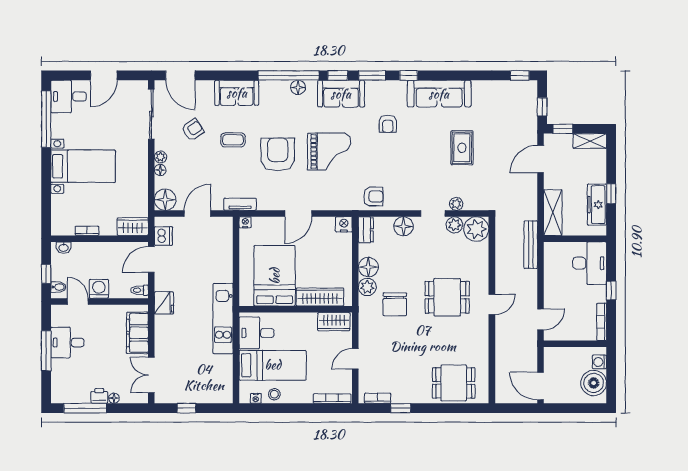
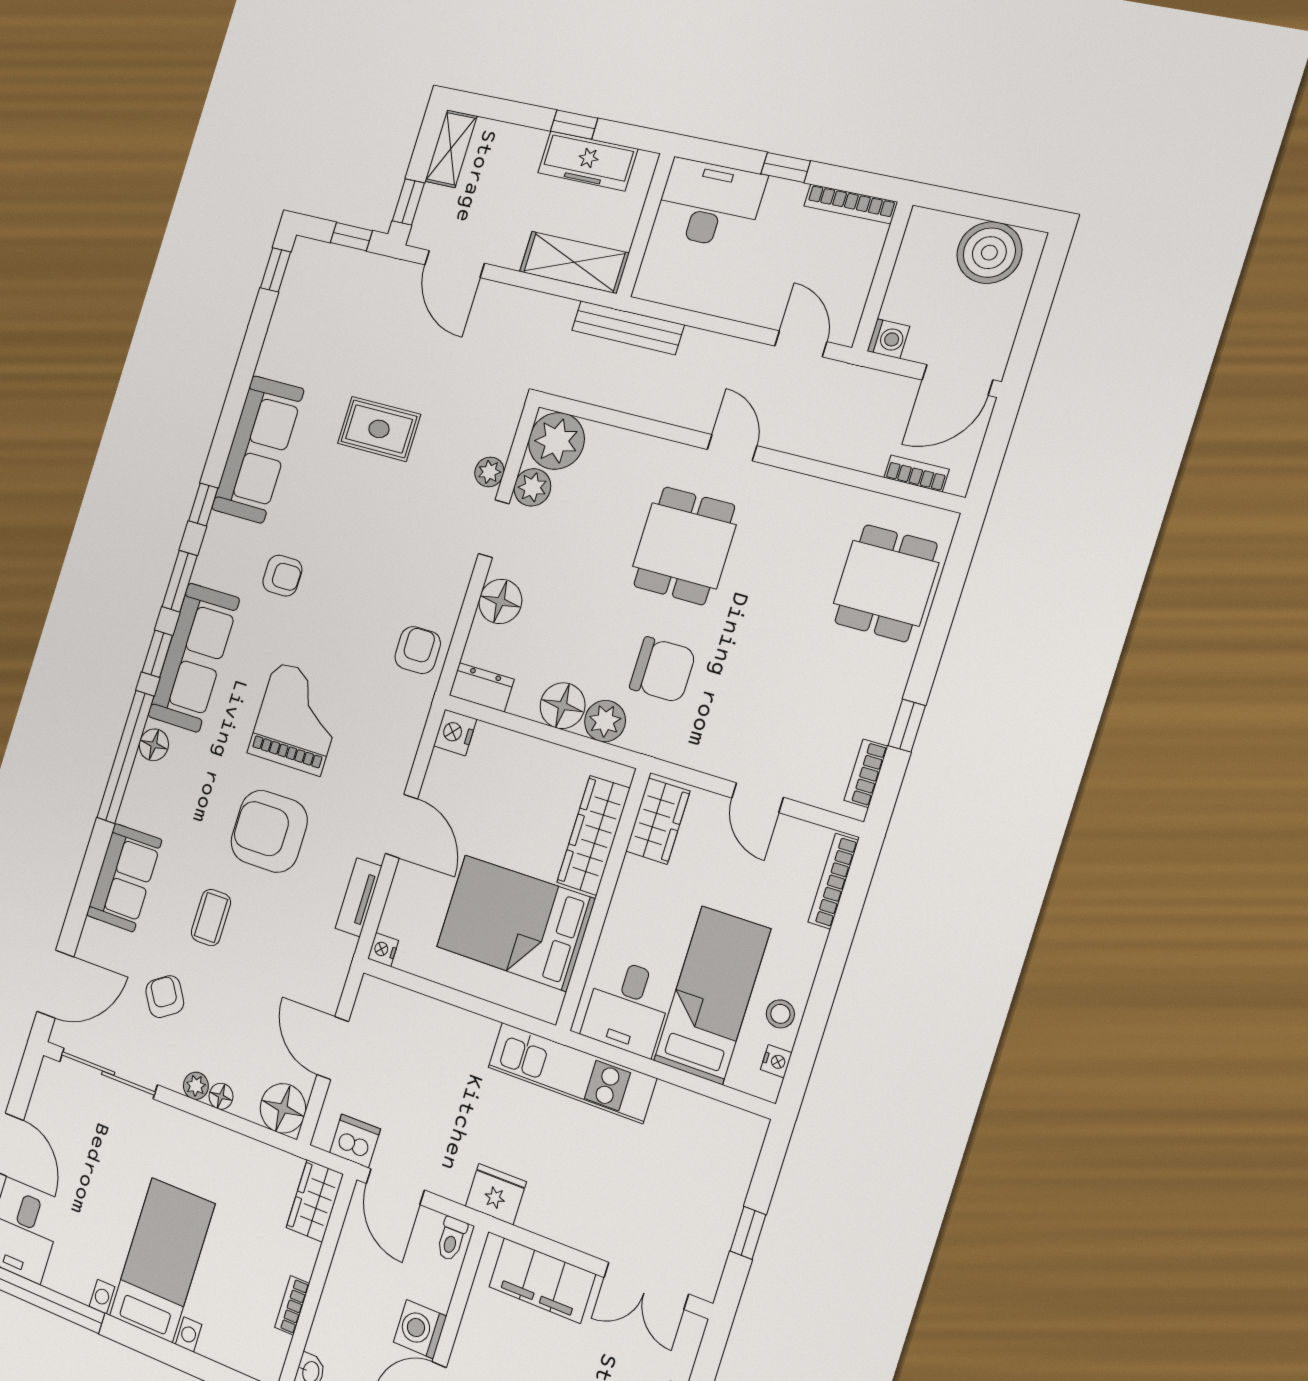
sofa: (341, 94) -> (194, 657), width x1.36
tv unit: (240, 204) -> (359, 897), moved
washing machine: (599, 362) -> (888, 339), moved, turned -90
bookcase: (500, 382) -> (917, 473), added

